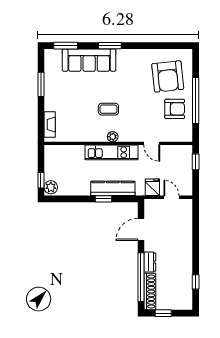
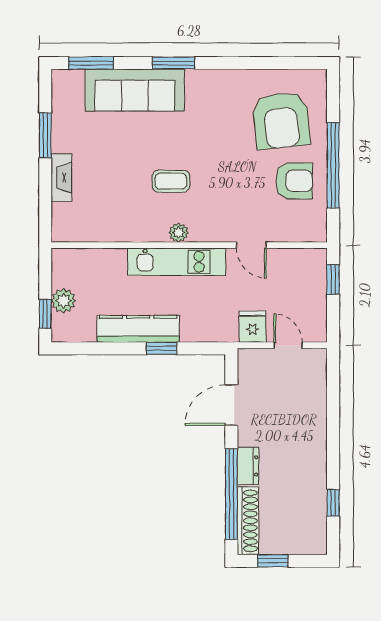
fireplace: (50, 124) -> (61, 178), moved
plant: (51, 187) -> (64, 301), moved
kitchen counter: (113, 188) -> (138, 329), moved

